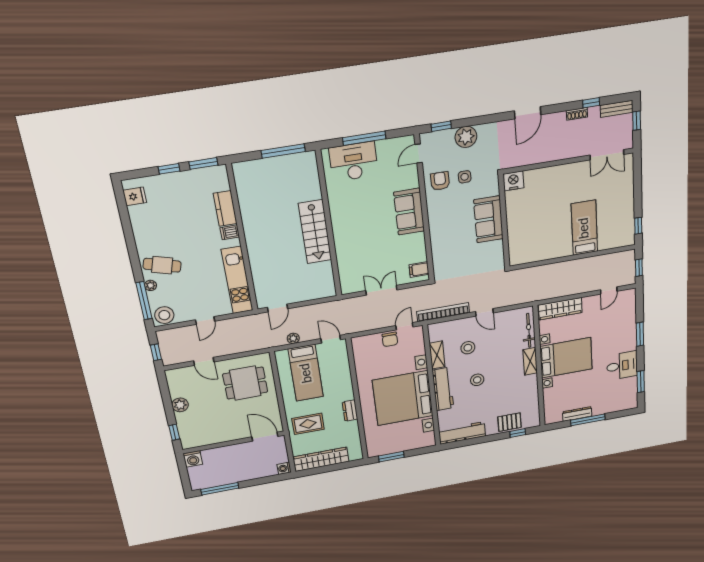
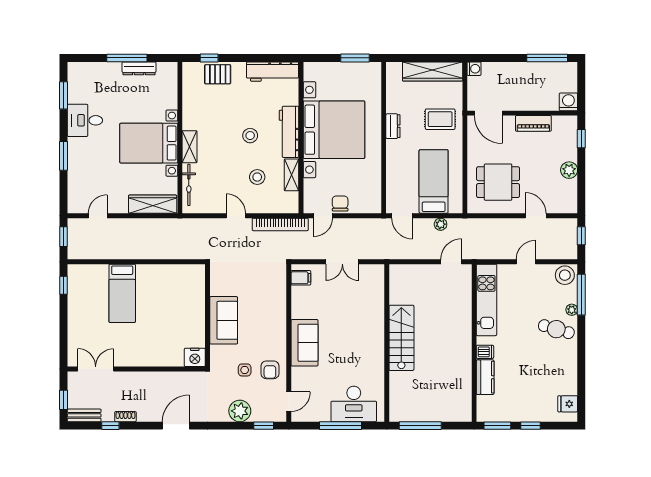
piano: (222, 436) -> (533, 123), added

